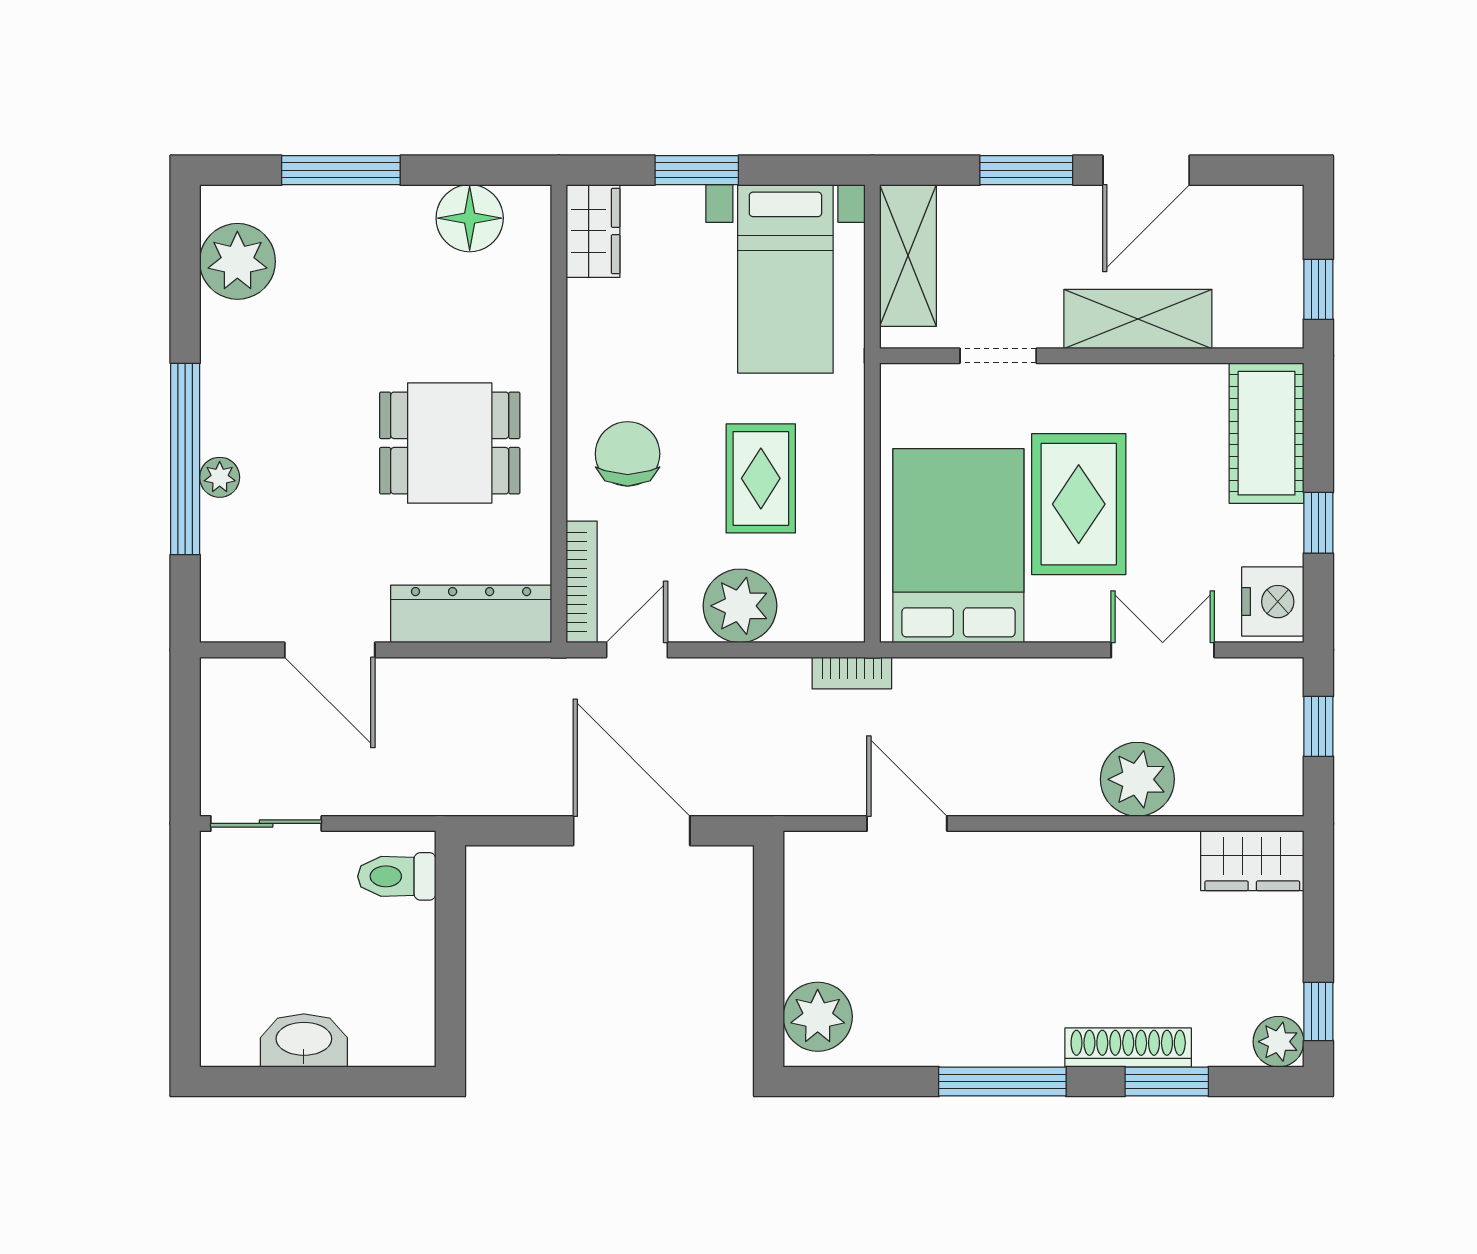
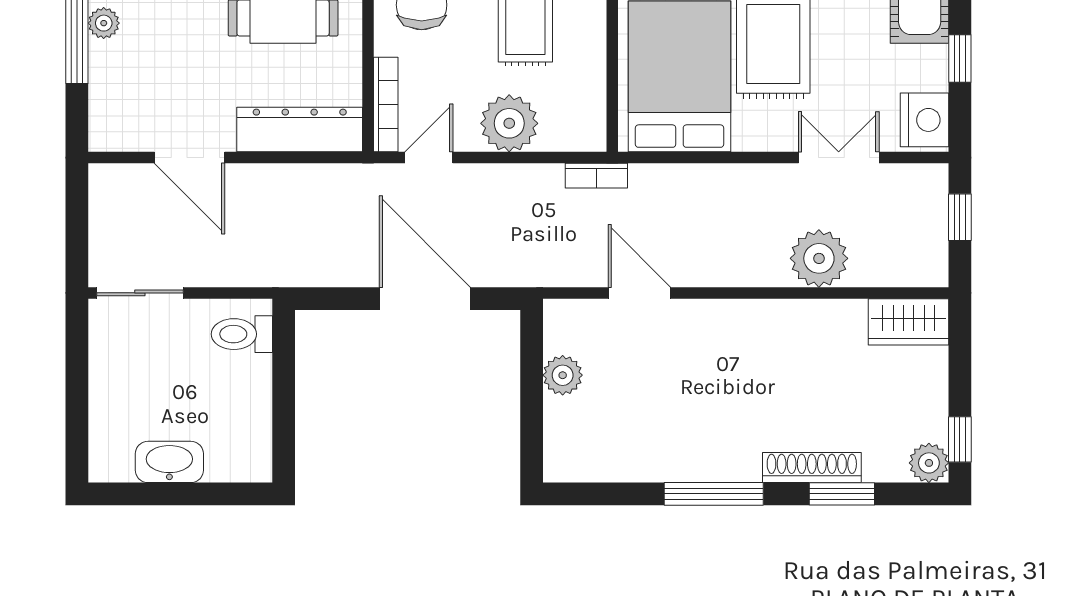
plant: (818, 1017) -> (563, 375), moved, width x0.73, depth x0.73

